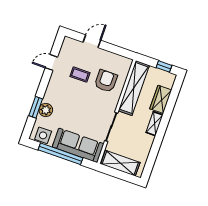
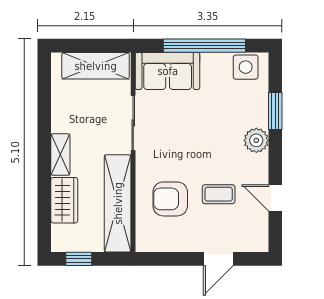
door: (51, 62) -> (275, 198), swing flipped
armchair: (106, 81) -> (170, 199), turned 90
plant: (46, 110) -> (256, 140), moved
sofa: (78, 145) -> (168, 71), width x0.73

